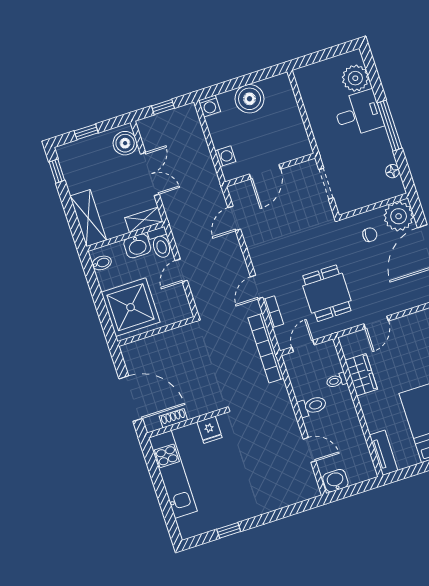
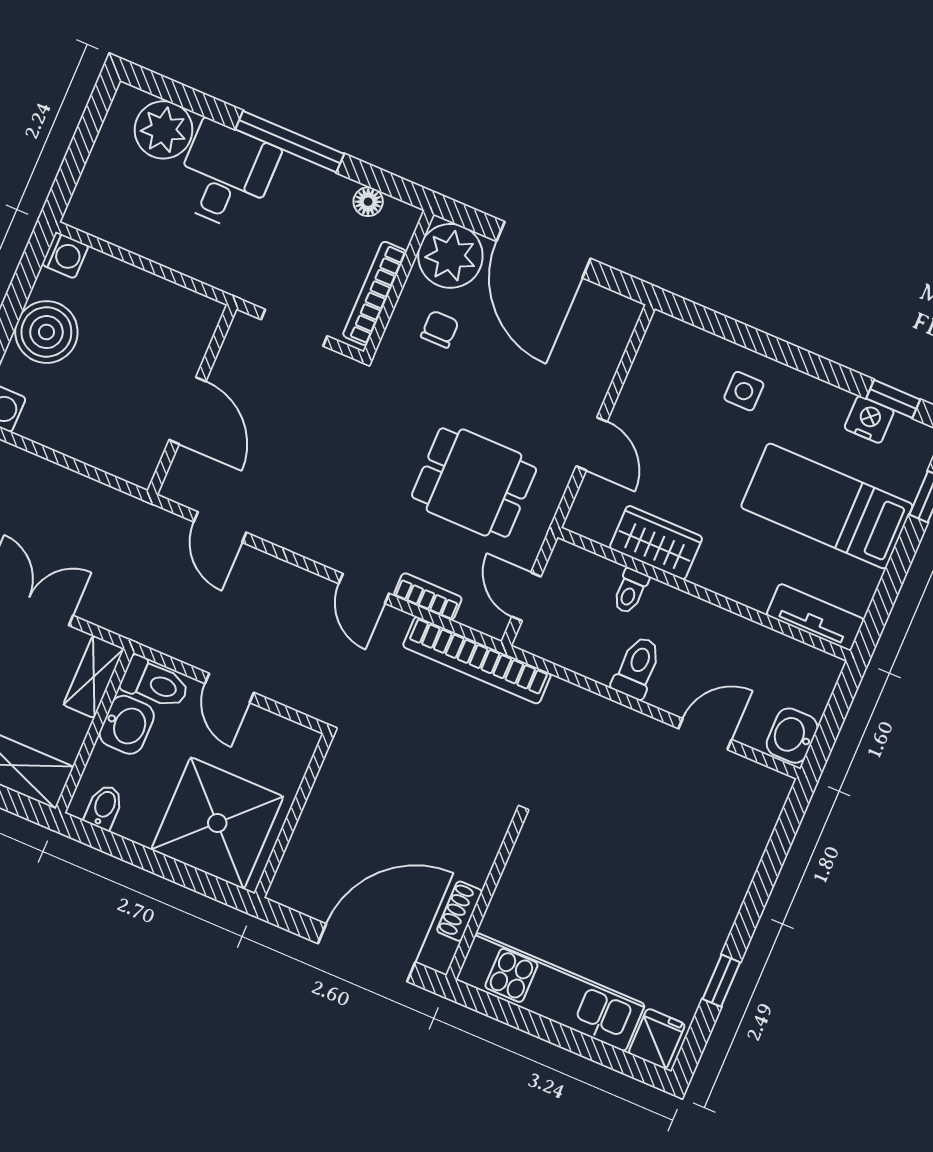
washing machine: (225, 156) -> (65, 255), moved, turned 90
bookcase: (363, 201) -> (375, 293), added
fridge: (210, 430) -> (657, 1039), moved, turned -90

